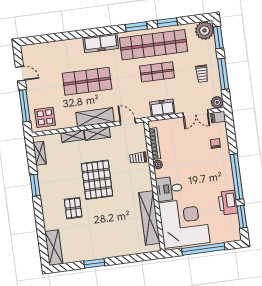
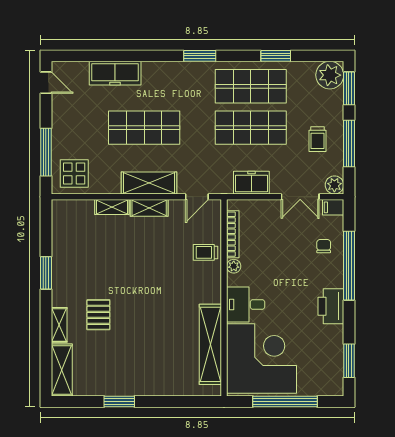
window: (136, 27) -> (200, 56), moved
freezer: (101, 43) -> (115, 73), moved
shop shelf: (154, 45) -> (251, 86), width x0.71
shop shelf: (157, 72) -> (251, 128), width x1.43, depth x1.36
door: (20, 74) -> (46, 83), moved
door: (128, 122) -> (197, 197), swing flipped
shelving: (40, 153) -> (59, 325), moved
window: (237, 177) -> (349, 266), moved
pallet: (97, 180) -> (140, 277), removed
printer: (228, 203) -> (331, 306), moved

